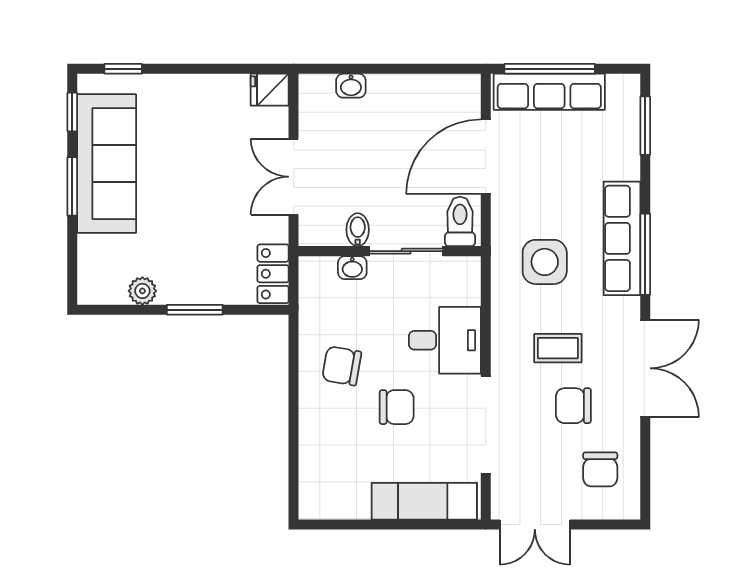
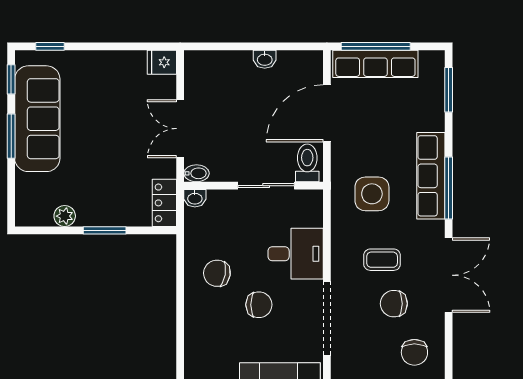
washbasin: (351, 86) -> (265, 59), moved
bidet: (358, 230) -> (196, 173), moved, turned 90
washbasin: (352, 268) -> (195, 198), moved

